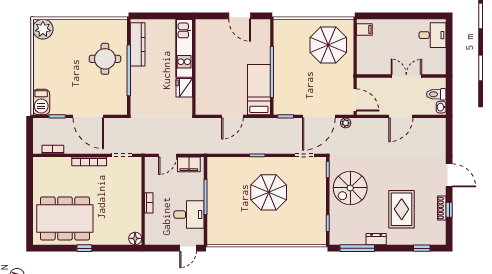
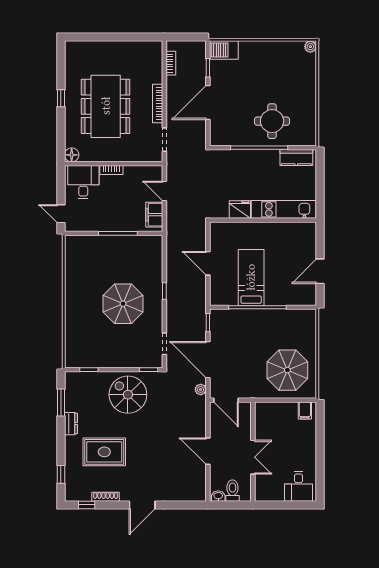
plant: (43, 29) -> (310, 47), width x0.53, depth x0.53
kitchen counter: (138, 44) -> (296, 158), width x0.67
bed: (259, 90) -> (251, 277), moved, turned -90
door: (355, 100) -> (226, 400), hinge flipped
window: (449, 210) -> (87, 505), moved
desk: (189, 215) -> (83, 182), moved, turned 180
dining table: (65, 218) -> (106, 106), moved
window: (357, 248) -> (61, 402), width x0.69

